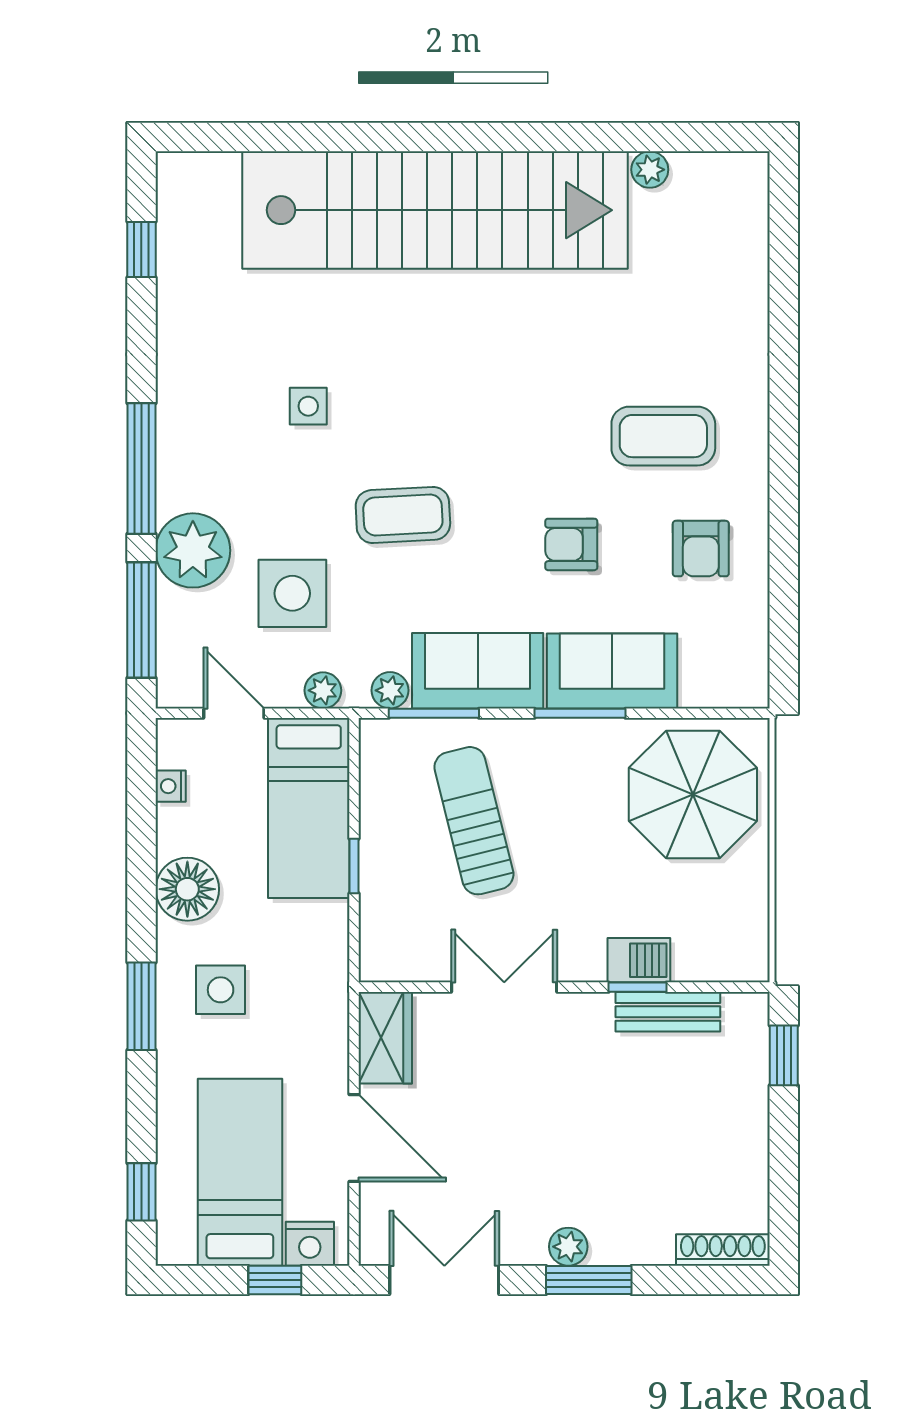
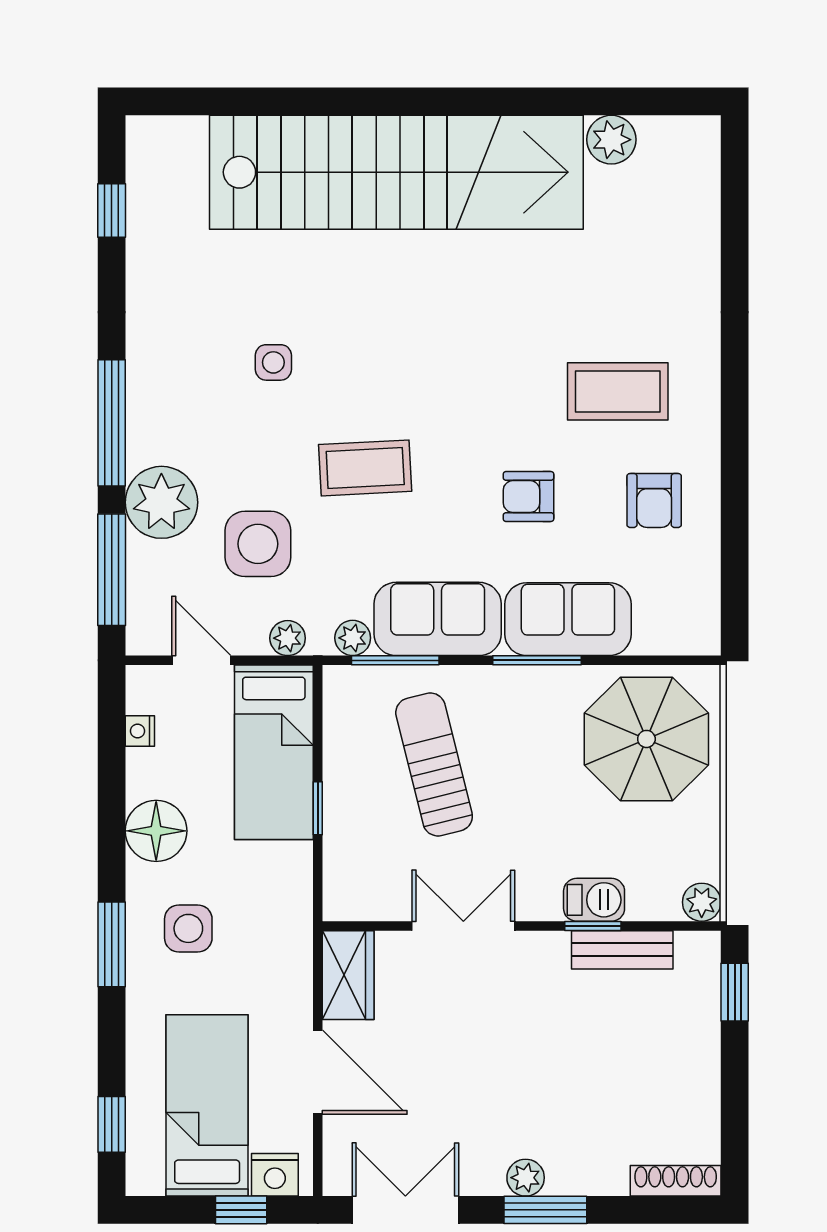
plant: (650, 170) -> (611, 140), width x1.38, depth x1.38
plant: (750, 963) -> (702, 902), added

